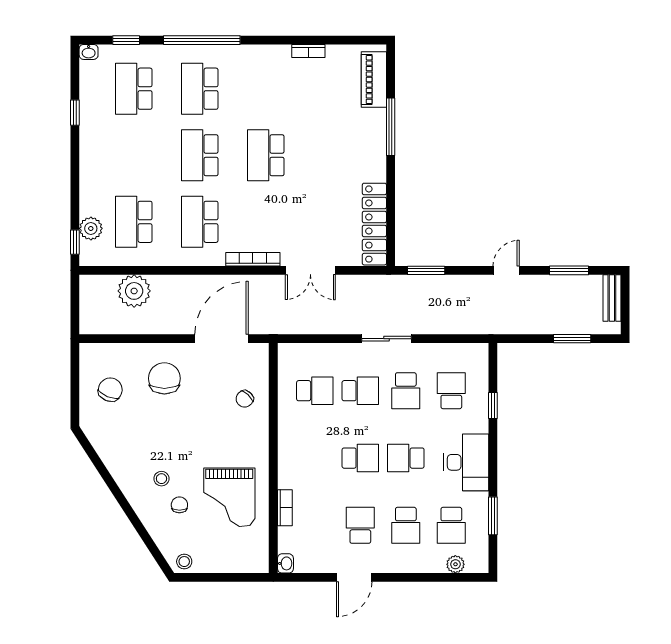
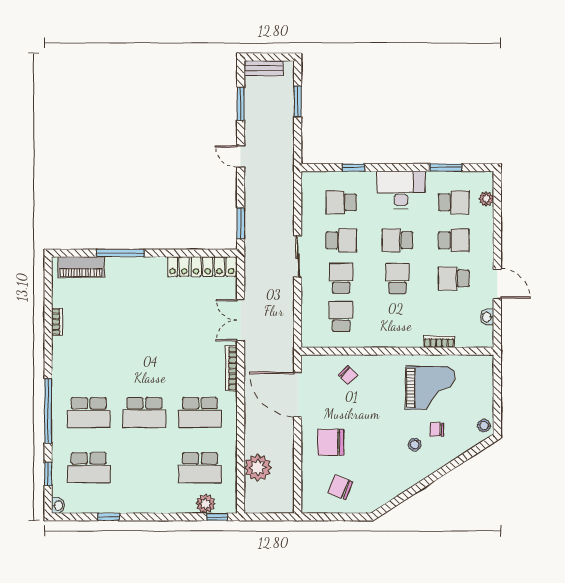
school desk: (266, 155) -> (144, 357), removed
double door: (310, 270) -> (241, 320), swing flipped
school desk: (406, 458) -> (397, 240), turned 90
washbasin: (285, 563) -> (487, 317), moved, turned -90

